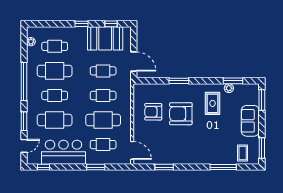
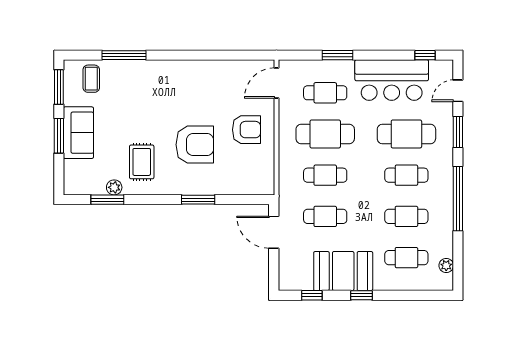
booth: (105, 38) -> (343, 271), moved
cafe table: (55, 71) -> (406, 216), width x0.73, depth x0.74
window: (262, 100) -> (59, 136), moved
armchair: (153, 112) -> (246, 130), moved
door: (132, 150) -> (276, 83), hinge flipped
window: (164, 167) -> (223, 55), removed

